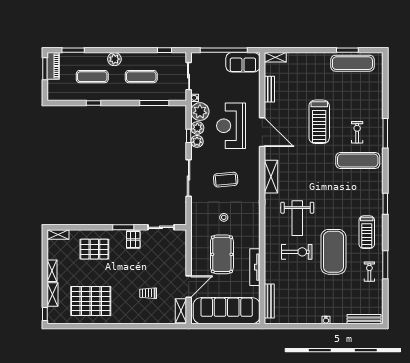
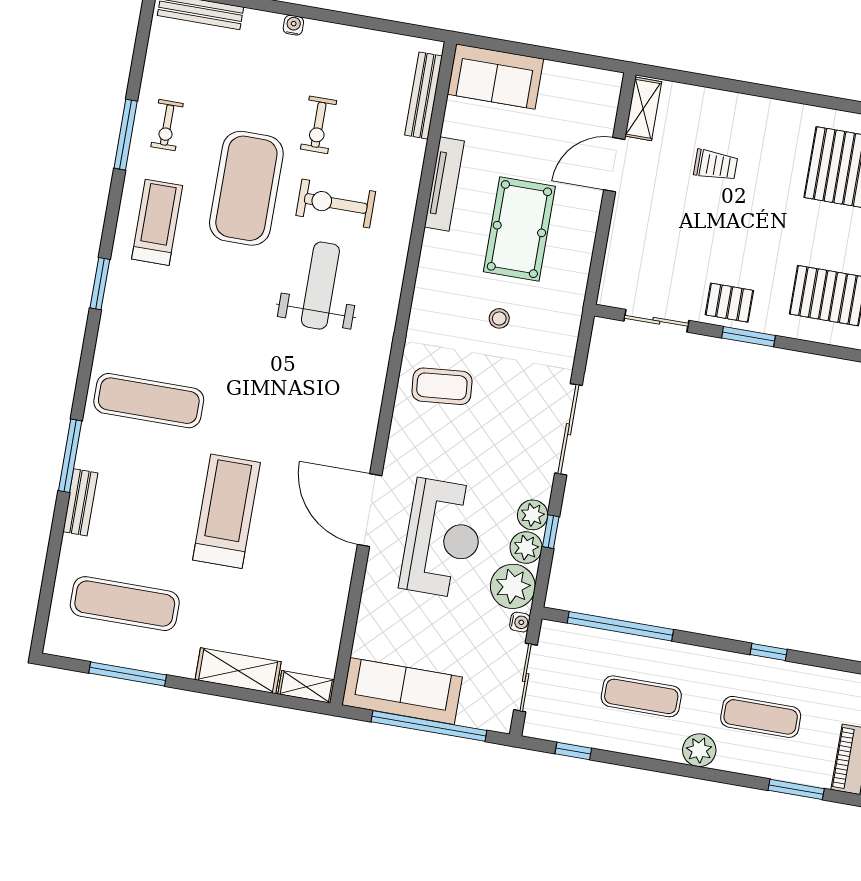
window: (347, 50) -> (128, 674), width x1.44
sofa: (243, 62) -> (402, 691), width x1.36
exercise mat: (352, 63) -> (125, 604), moved
bench: (269, 89) -> (80, 502), moved
window: (154, 103) -> (620, 626), width x1.46
exercise bike: (357, 132) -> (319, 125), moved
shelving: (271, 177) -> (238, 671), moved, turned 90
coffee table: (226, 180) -> (442, 386), moved
pallet: (133, 239) -> (729, 303), turned 90
sofa: (227, 311) -> (495, 77), width x0.54, depth x0.79

